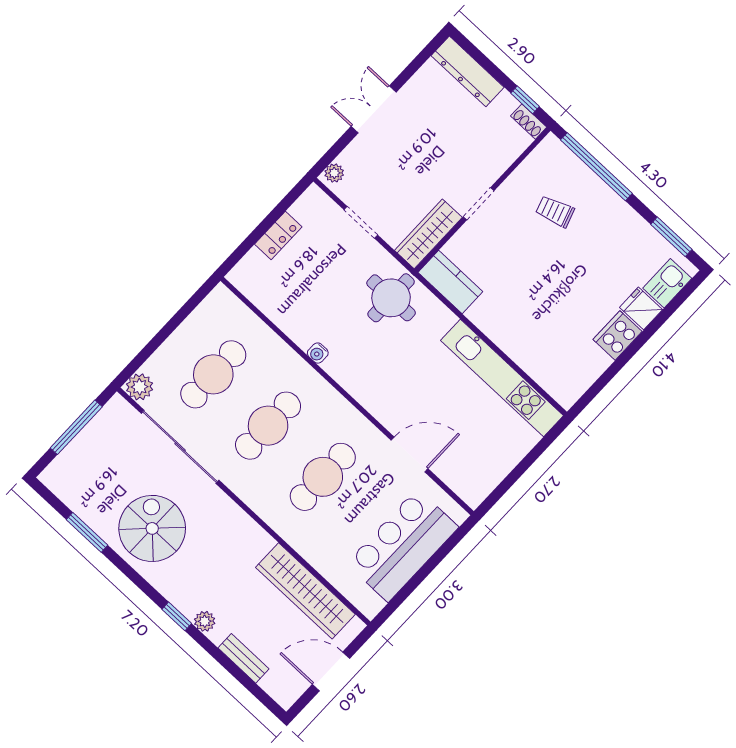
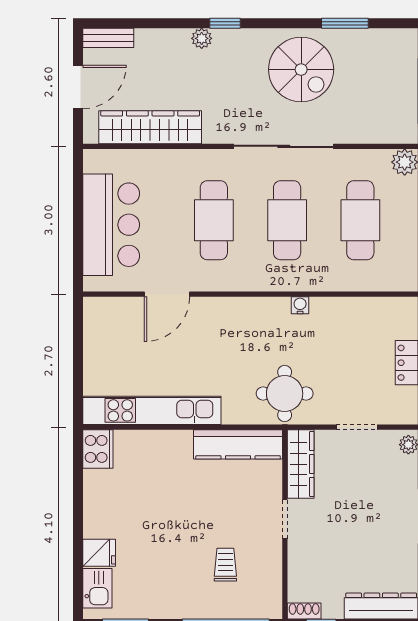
trolley: (555, 211) -> (225, 565), turned -72
kitchen counter: (450, 282) -> (238, 444), width x1.50
cooker: (618, 335) -> (98, 449), moved
sliding door: (180, 447) -> (284, 146), moved
bench: (244, 658) -> (108, 38), moved

